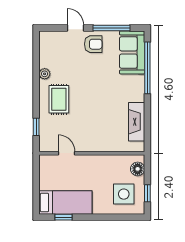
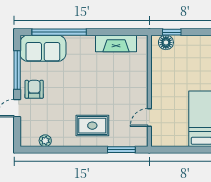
plant: (45, 74) -> (45, 141), moved
window: (36, 127) -> (121, 150), width x1.50
window: (147, 193) -> (172, 32), moved
side table: (124, 194) -> (192, 57), removed

